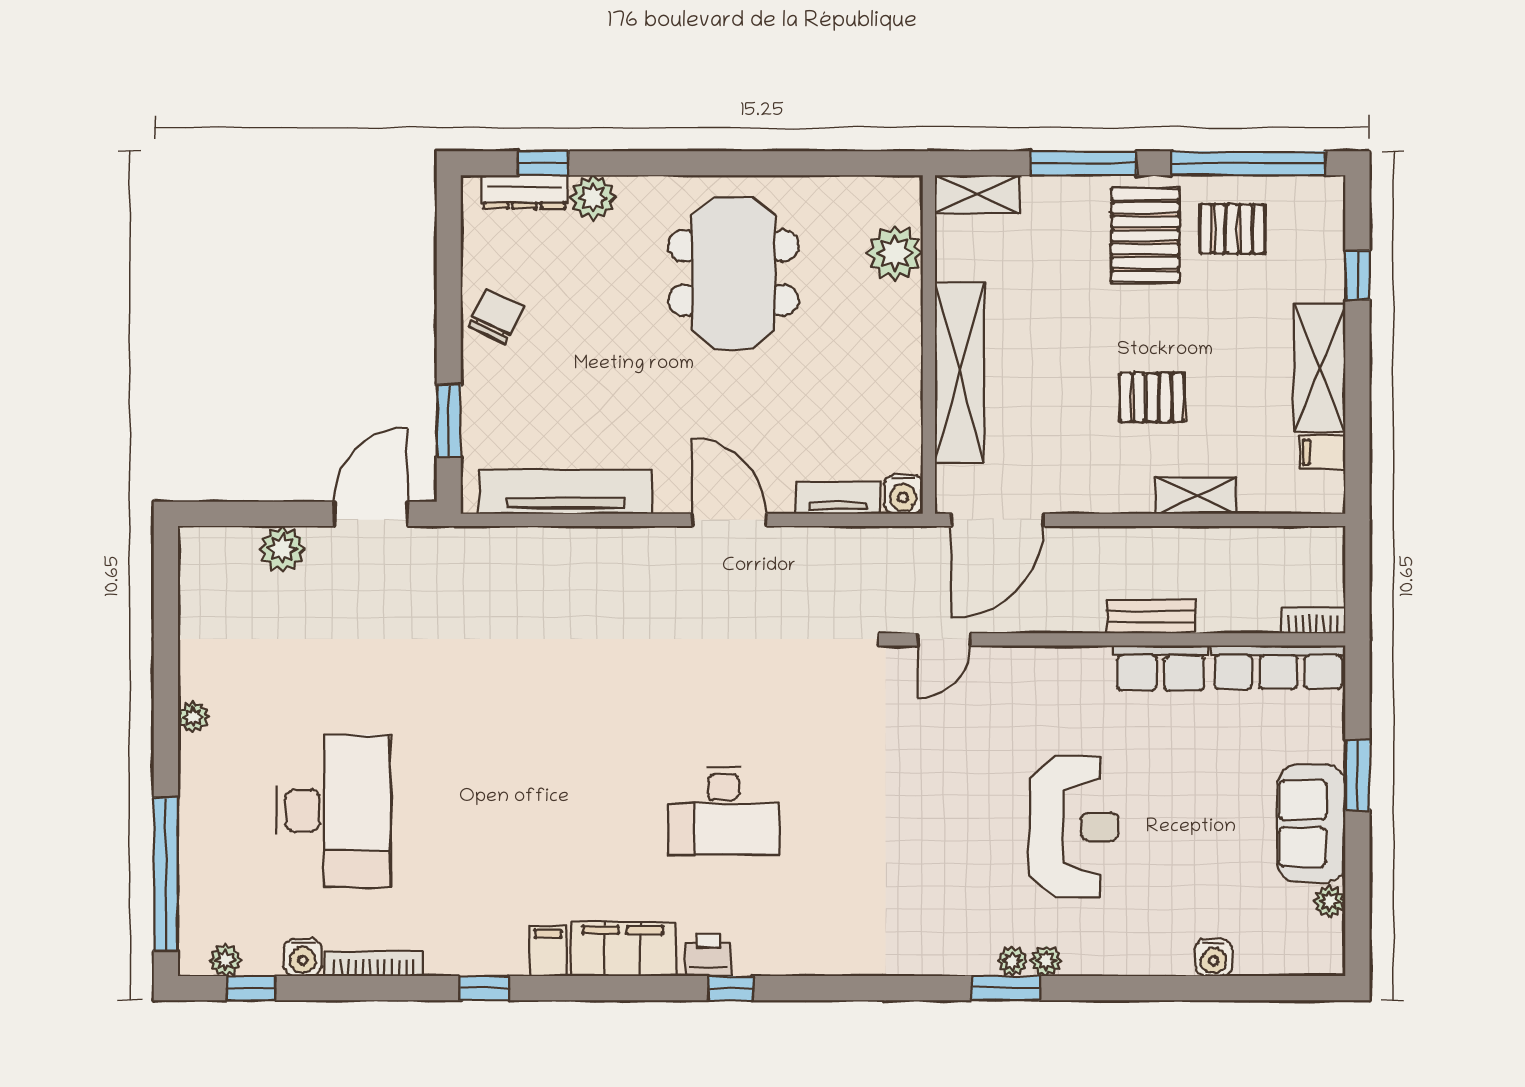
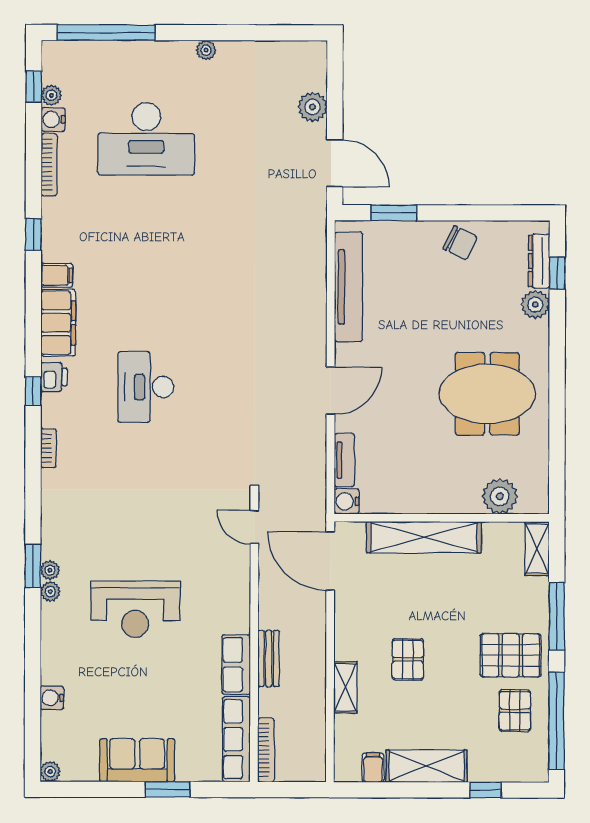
bookcase: (1313, 621) -> (266, 750), width x1.56
plant: (1330, 901) -> (50, 772), moved
plant: (226, 960) -> (51, 95), moved
bookcase: (820, 964) -> (48, 448), added

